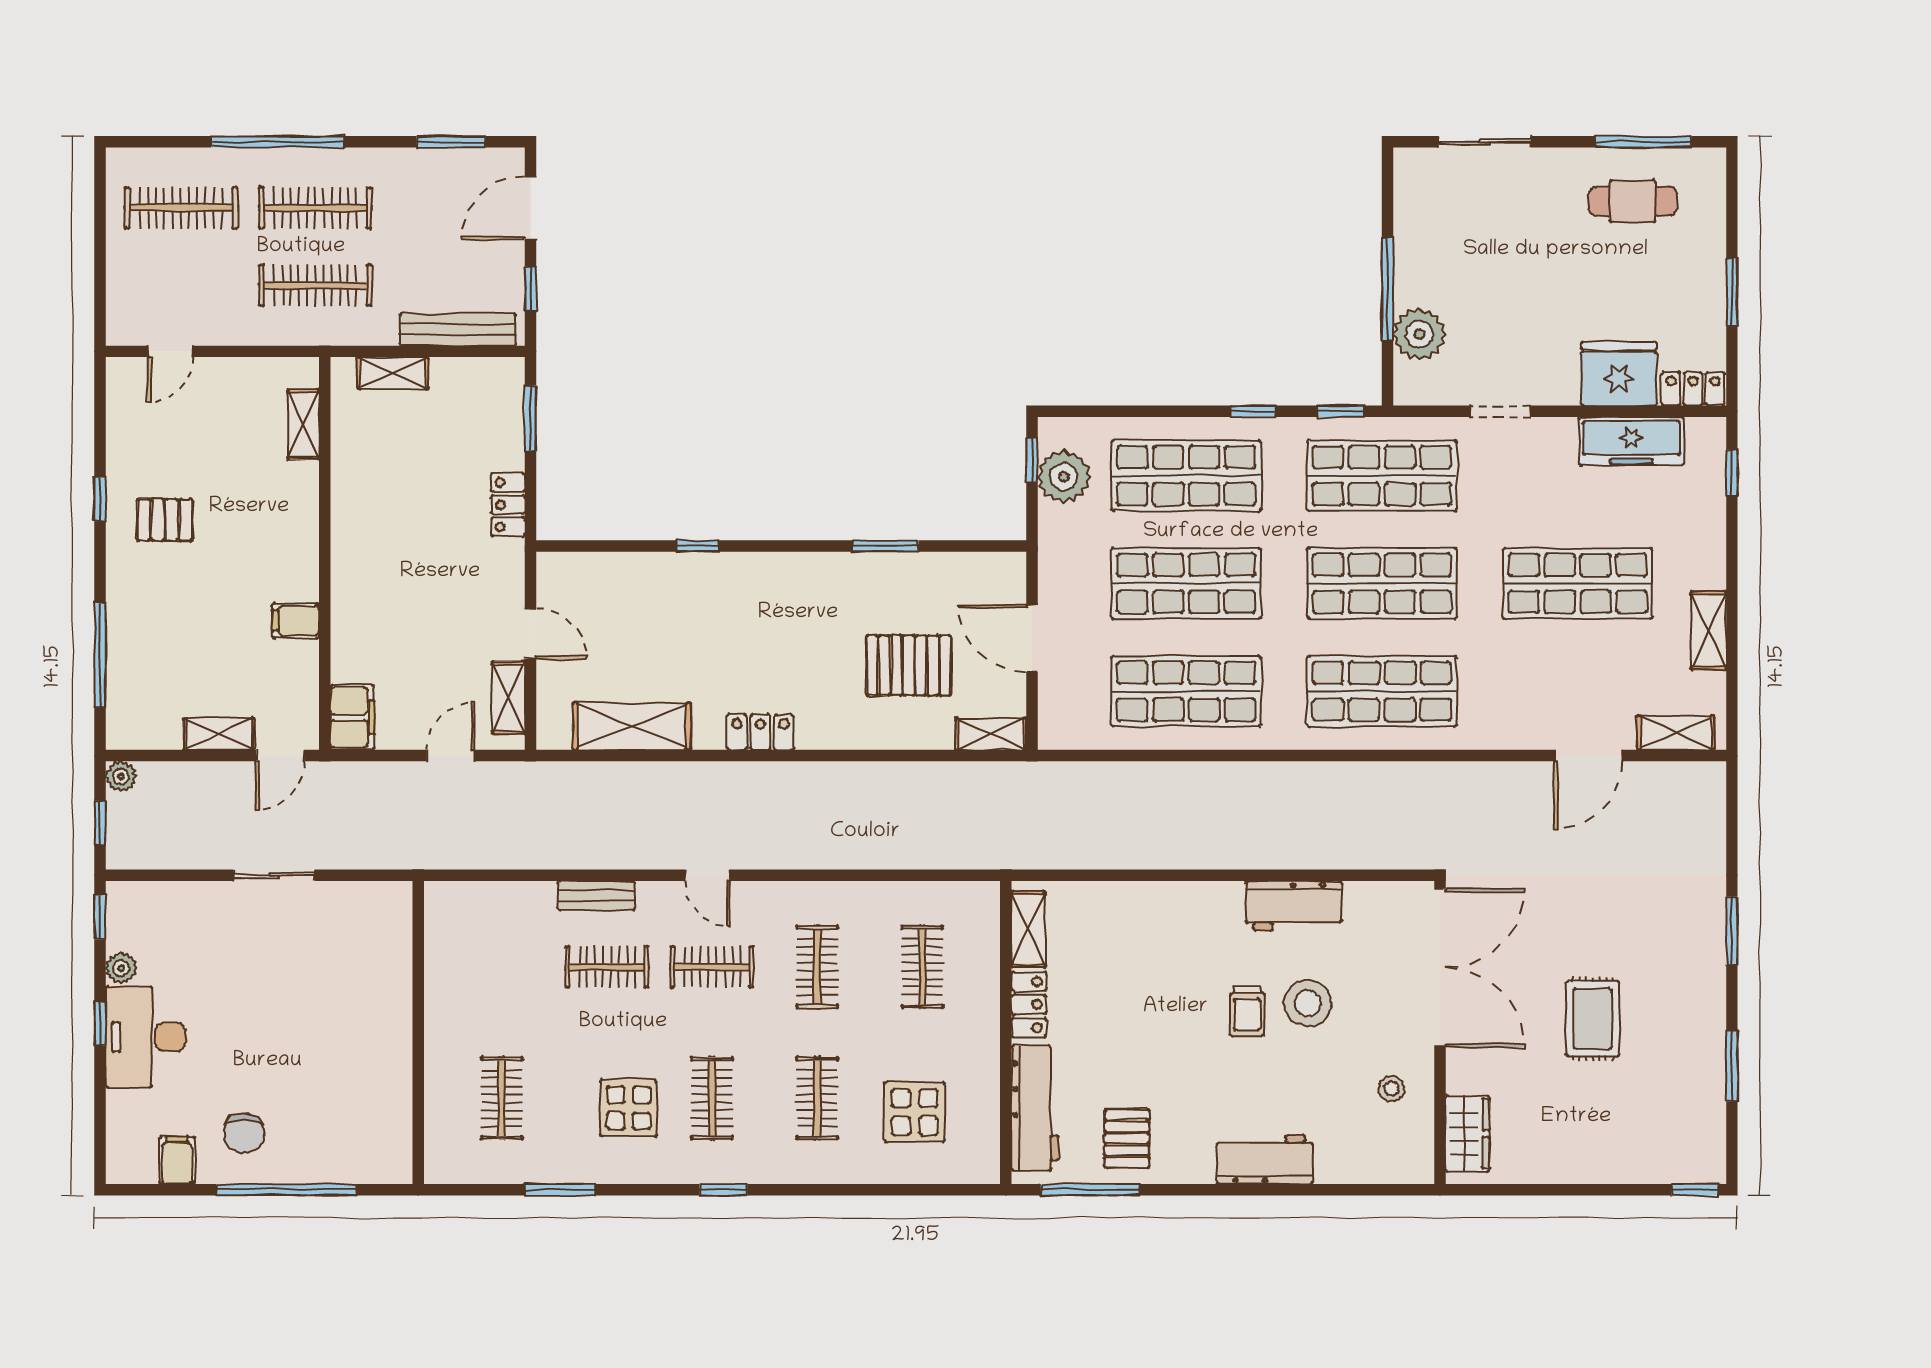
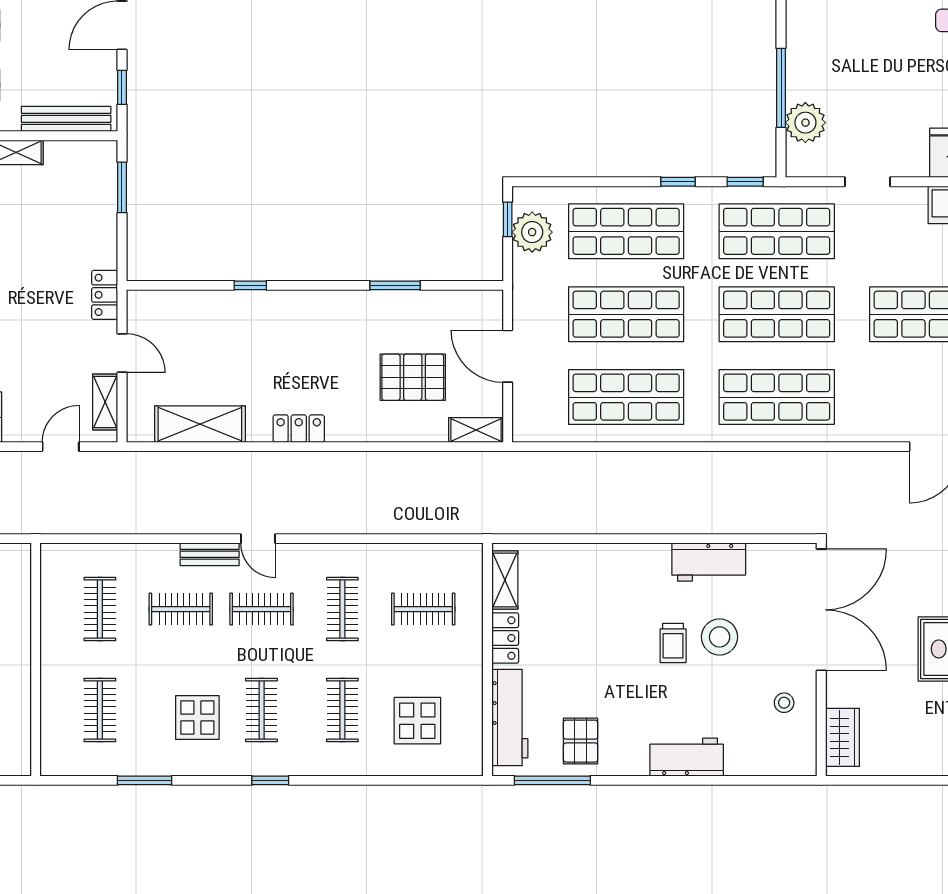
locker: (508, 505) -> (105, 295), moved
bench: (596, 896) -> (210, 554), moved
clothes rail: (502, 967) -> (100, 609), added
clothes rail: (922, 967) -> (423, 609), turned 90

